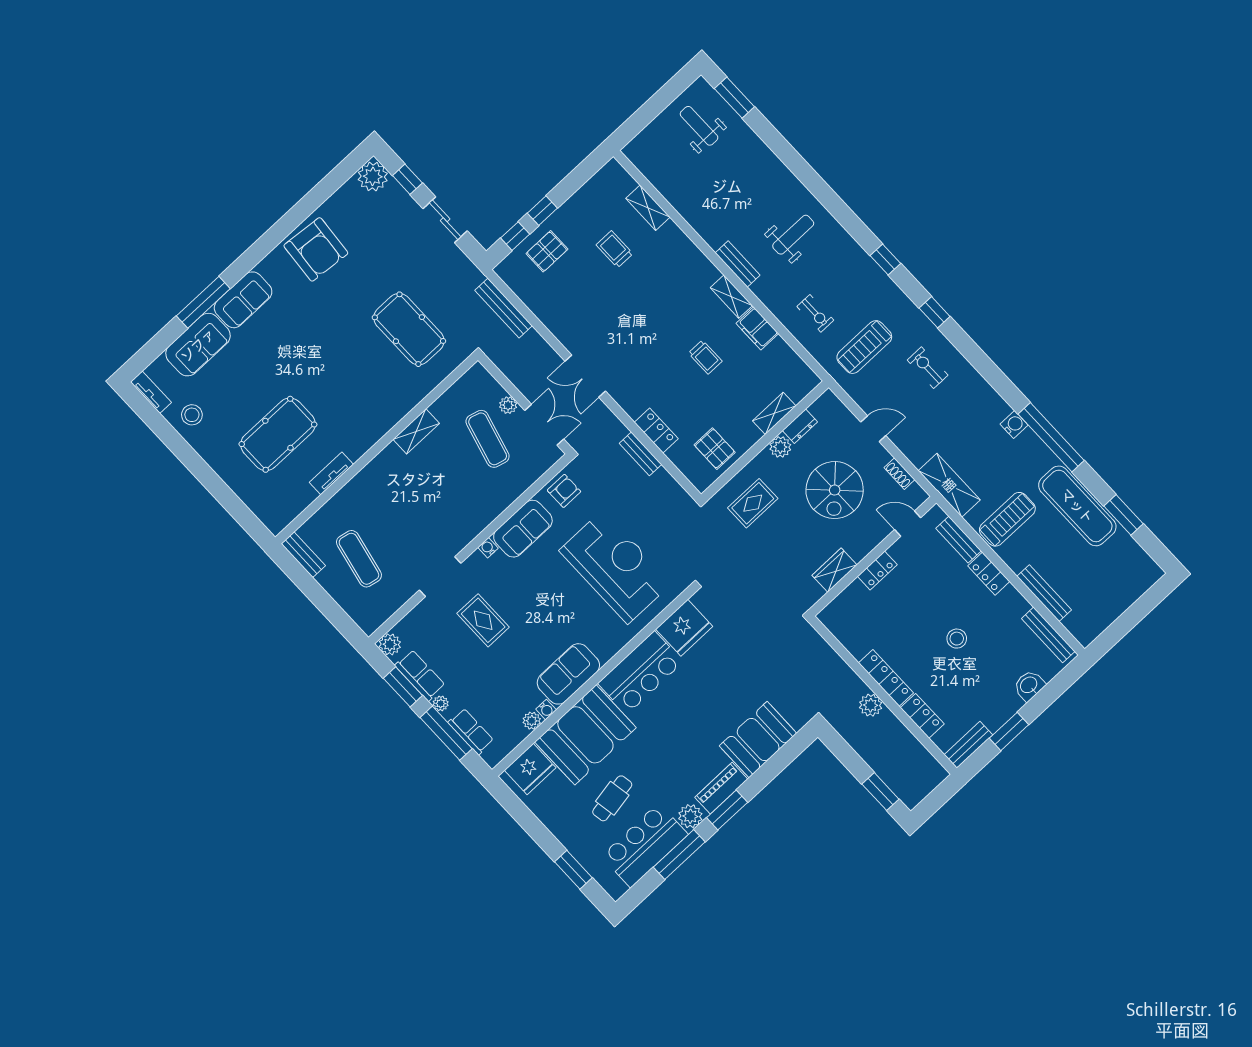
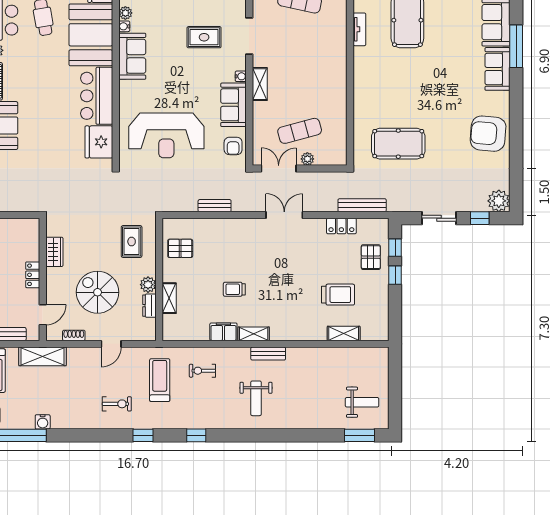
trolley: (614, 249) -> (338, 295), width x1.36, depth x1.39
double door: (544, 425) -> (279, 168), swing flipped
shelving: (416, 431) -> (260, 84), moved
locker: (656, 431) -> (341, 226), moved
exercise mat: (488, 439) -> (300, 131), turned -30

